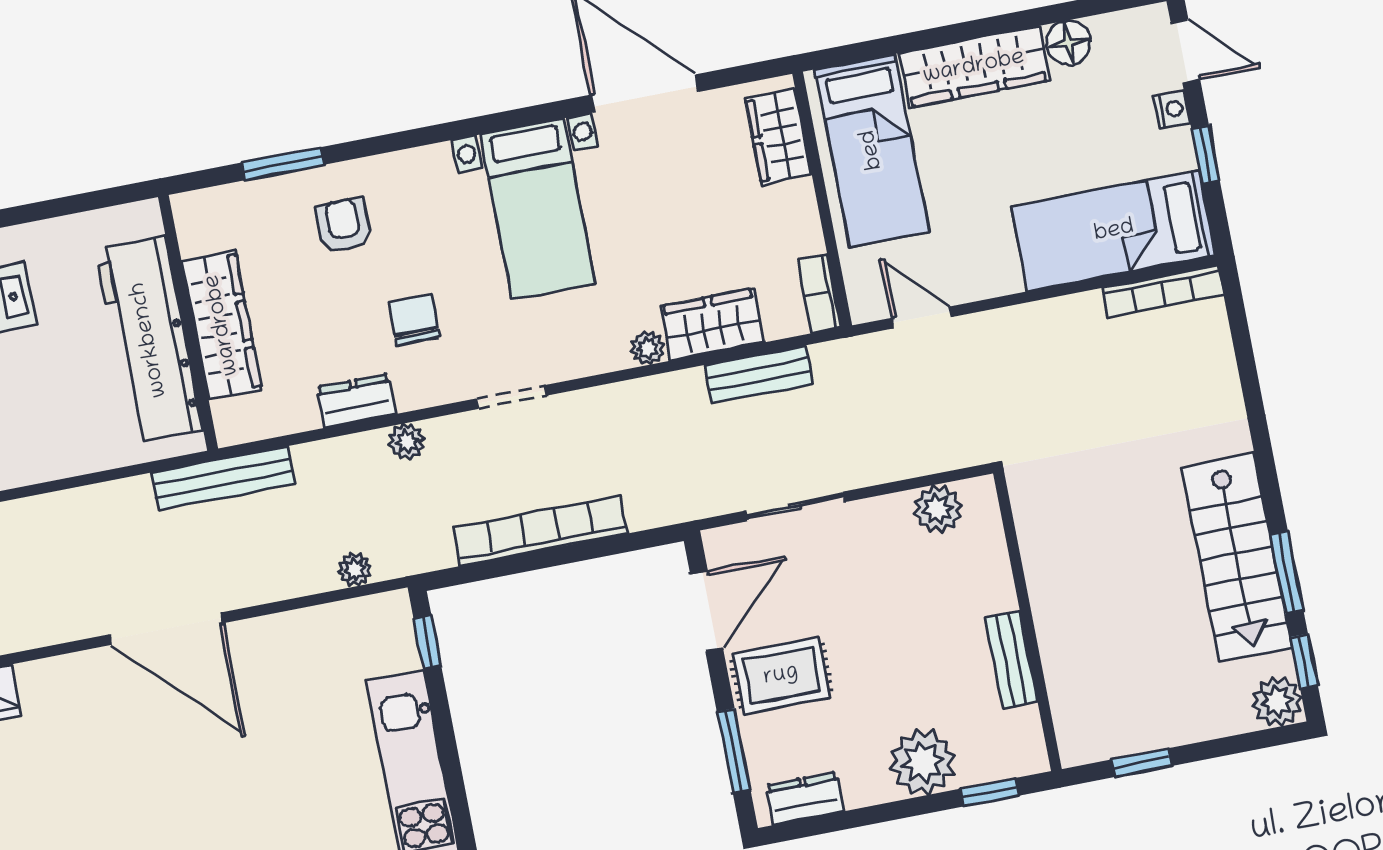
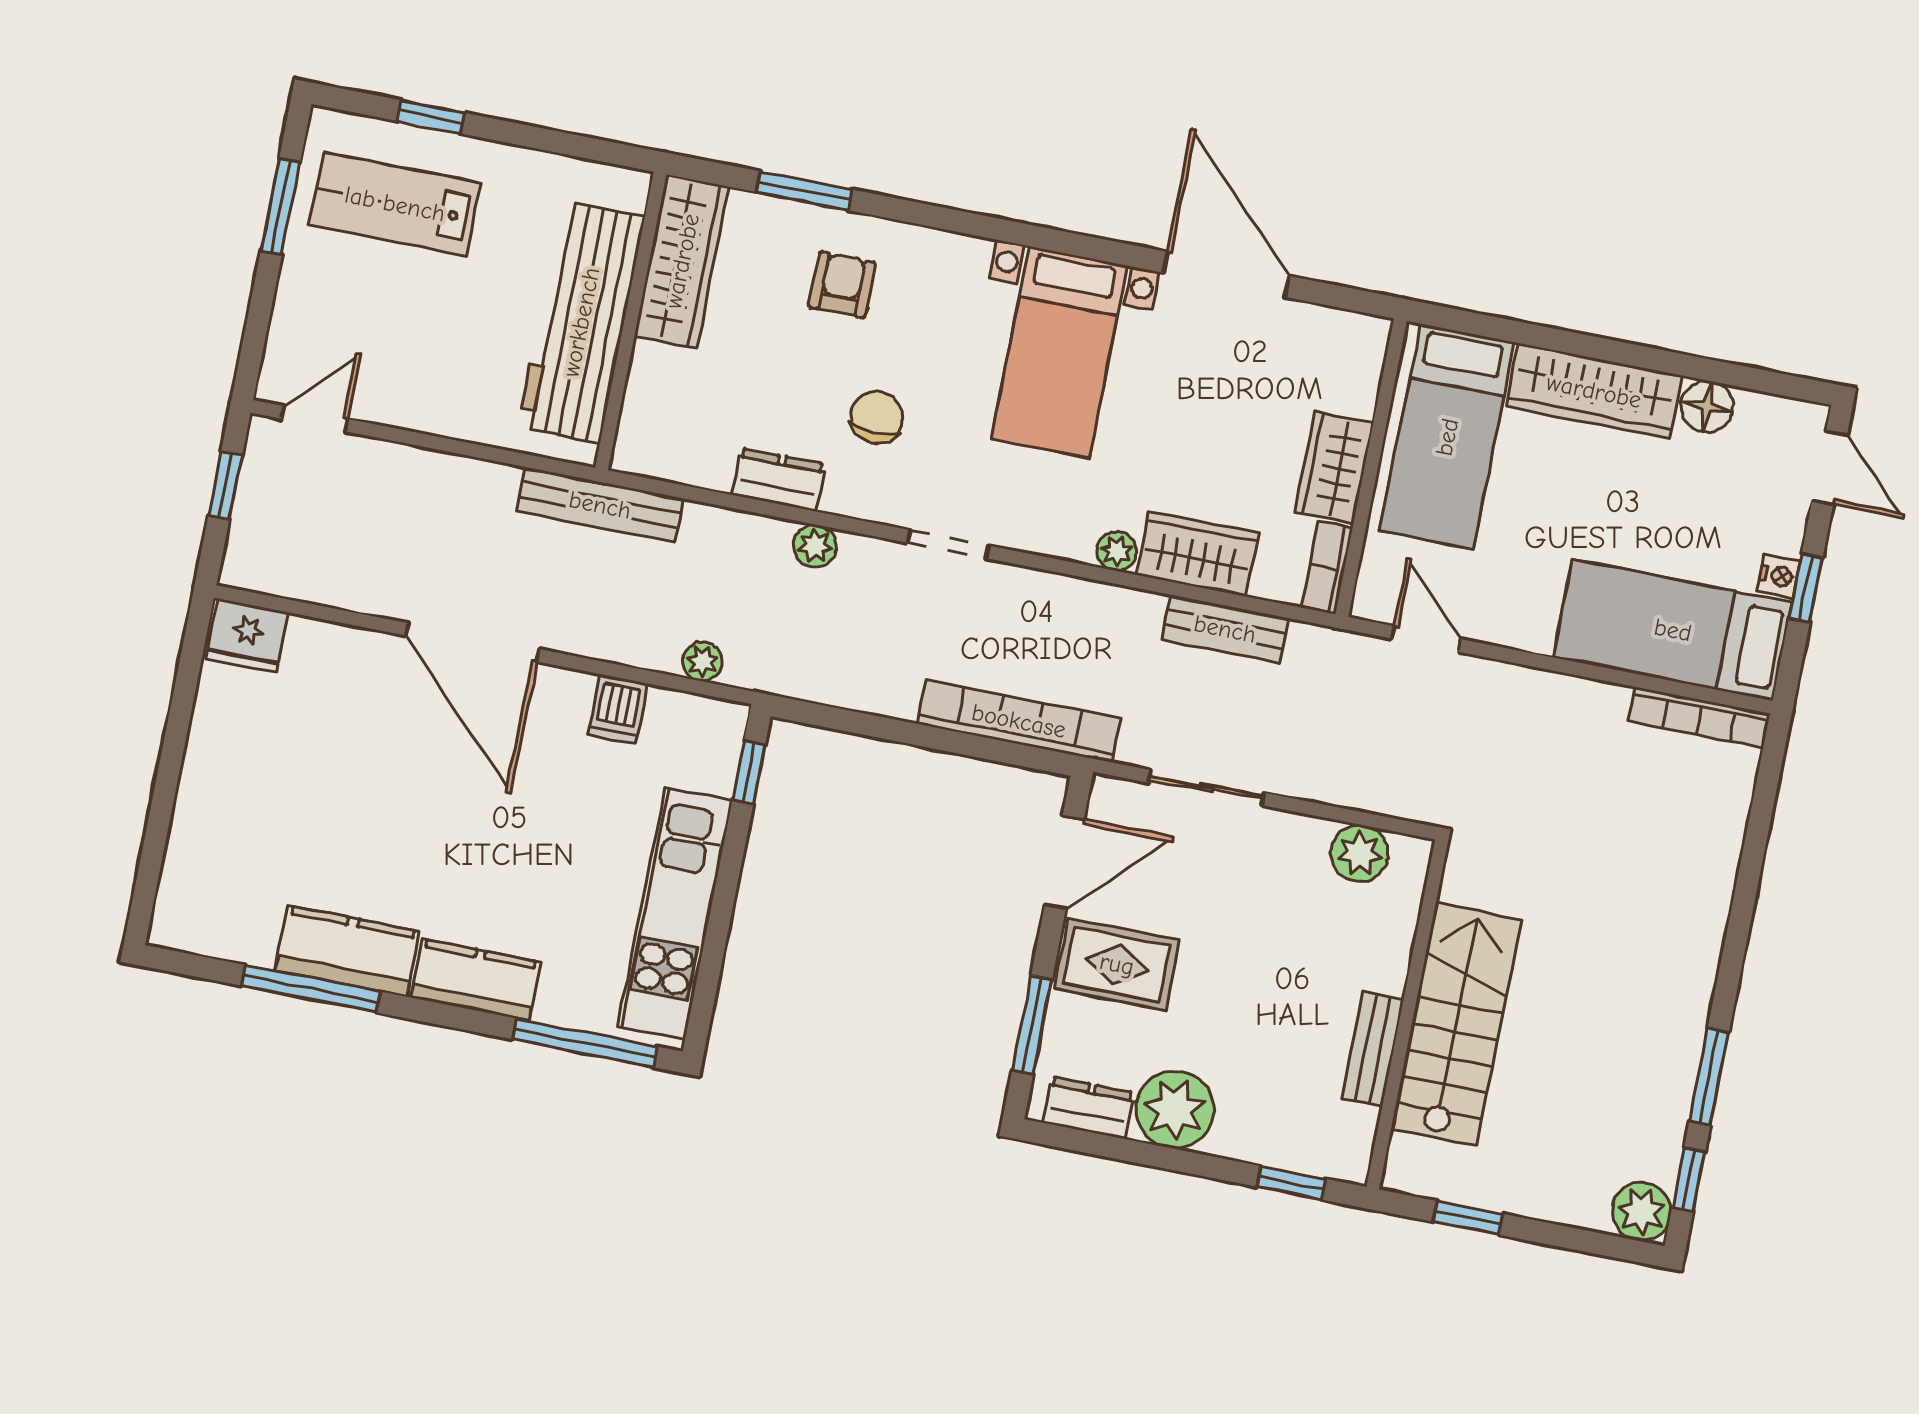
nightstand: (1172, 109) -> (1779, 576), moved
wardrobe: (778, 137) -> (1334, 468), moved
wardrobe: (222, 325) -> (682, 261), moved
bookcase: (541, 531) -> (1019, 721), moved
stairs: (1237, 557) -> (1456, 1024), moved, turned 180
dishwasher: (303, 635) -> (618, 709), added
plant: (923, 762) -> (1175, 1109), moved

